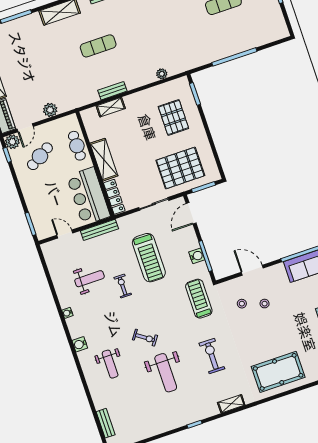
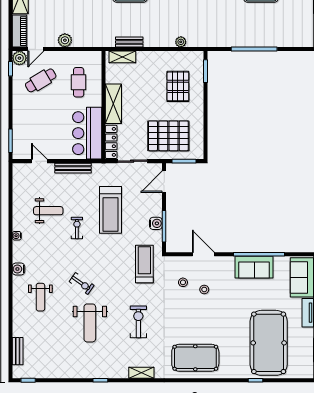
shelving: (104, 160) -> (113, 104), moved
wall: (95, 164) -> (104, 105), moved
bar counter: (88, 196) -> (87, 133), moved
locker: (114, 197) -> (111, 142), moved

